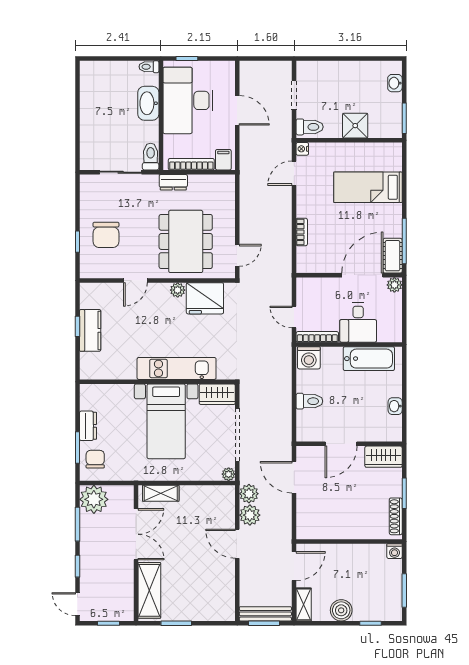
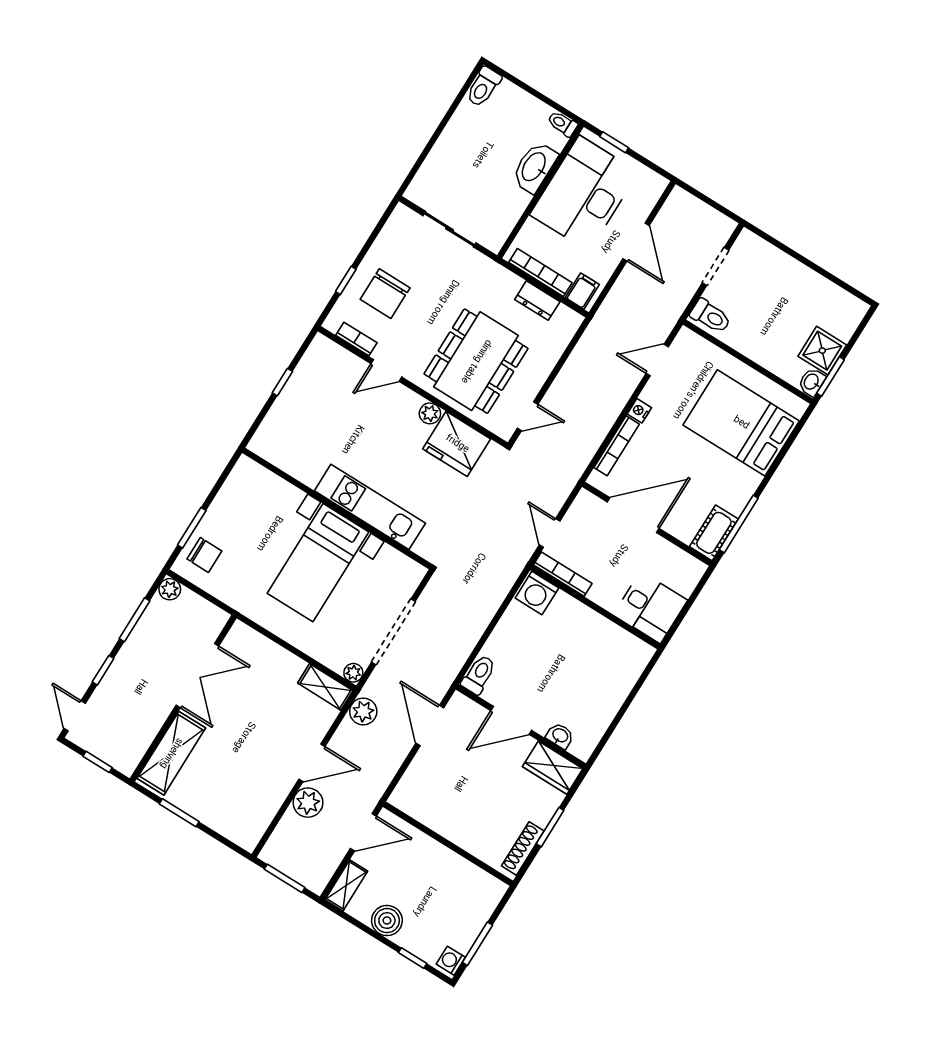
washbasin: (395, 83) -> (812, 382), moved
shower: (355, 126) -> (822, 351), moved
nightstand: (302, 149) -> (639, 411), moved
toilet: (151, 157) -> (483, 87), moved, turned 180
dresser: (173, 182) -> (537, 301), moved
bed: (368, 187) -> (741, 423), width x1.50
bookcase: (302, 232) -> (617, 446), width x1.56
bookcase: (106, 273) -> (356, 339), added
door: (362, 275) -> (633, 515), moved
plant: (394, 285) -> (694, 569), removed
desk: (358, 323) -> (650, 607), moved, turned -90
kitchen counter: (90, 330) -> (295, 396), removed
bathtub: (369, 359) -> (608, 639), removed
wardrobe: (217, 394) -> (400, 568), removed
toilet: (309, 401) -> (479, 675), moved, turned -90
washbasin: (395, 406) -> (560, 736), moved, turned 90
dresser: (88, 426) -> (221, 509), removed
chair: (95, 459) -> (204, 555), turned 90
shelving: (161, 493) -> (325, 687), moved
plant: (94, 499) -> (170, 589), width x0.53, depth x0.53
plant: (250, 515) -> (308, 803), moved
door: (237, 544) -> (312, 763), swing flipped
washing machine: (395, 551) -> (451, 961), moved, turned 90
bench: (265, 614) -> (293, 868), removed

